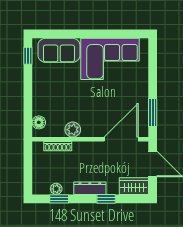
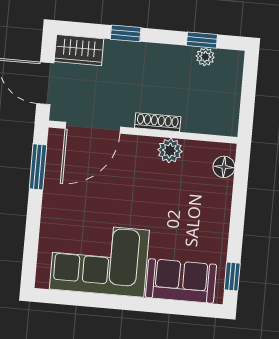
shoe rack: (58, 146) -> (158, 122), moved
dresser: (90, 188) -> (150, 53), removed

